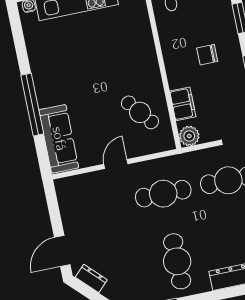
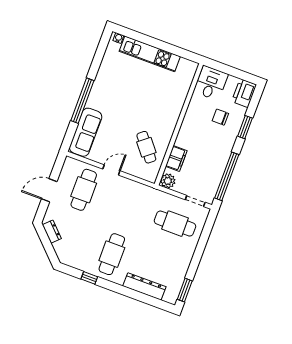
chair: (207, 55) -> (220, 117), moved
cafe table: (163, 194) -> (84, 190), moved, turned 90
door: (62, 251) -> (49, 190), moved

